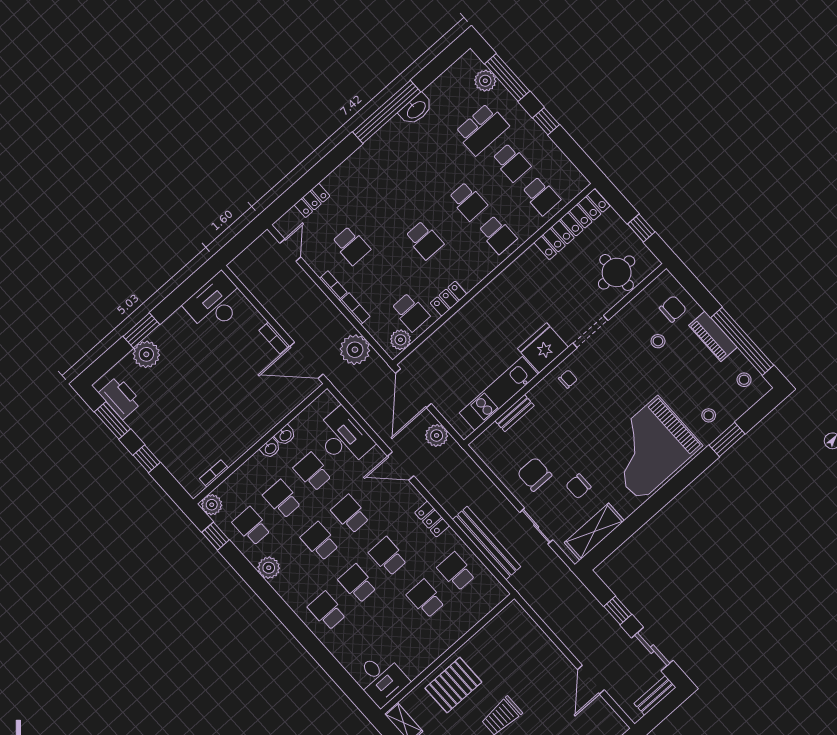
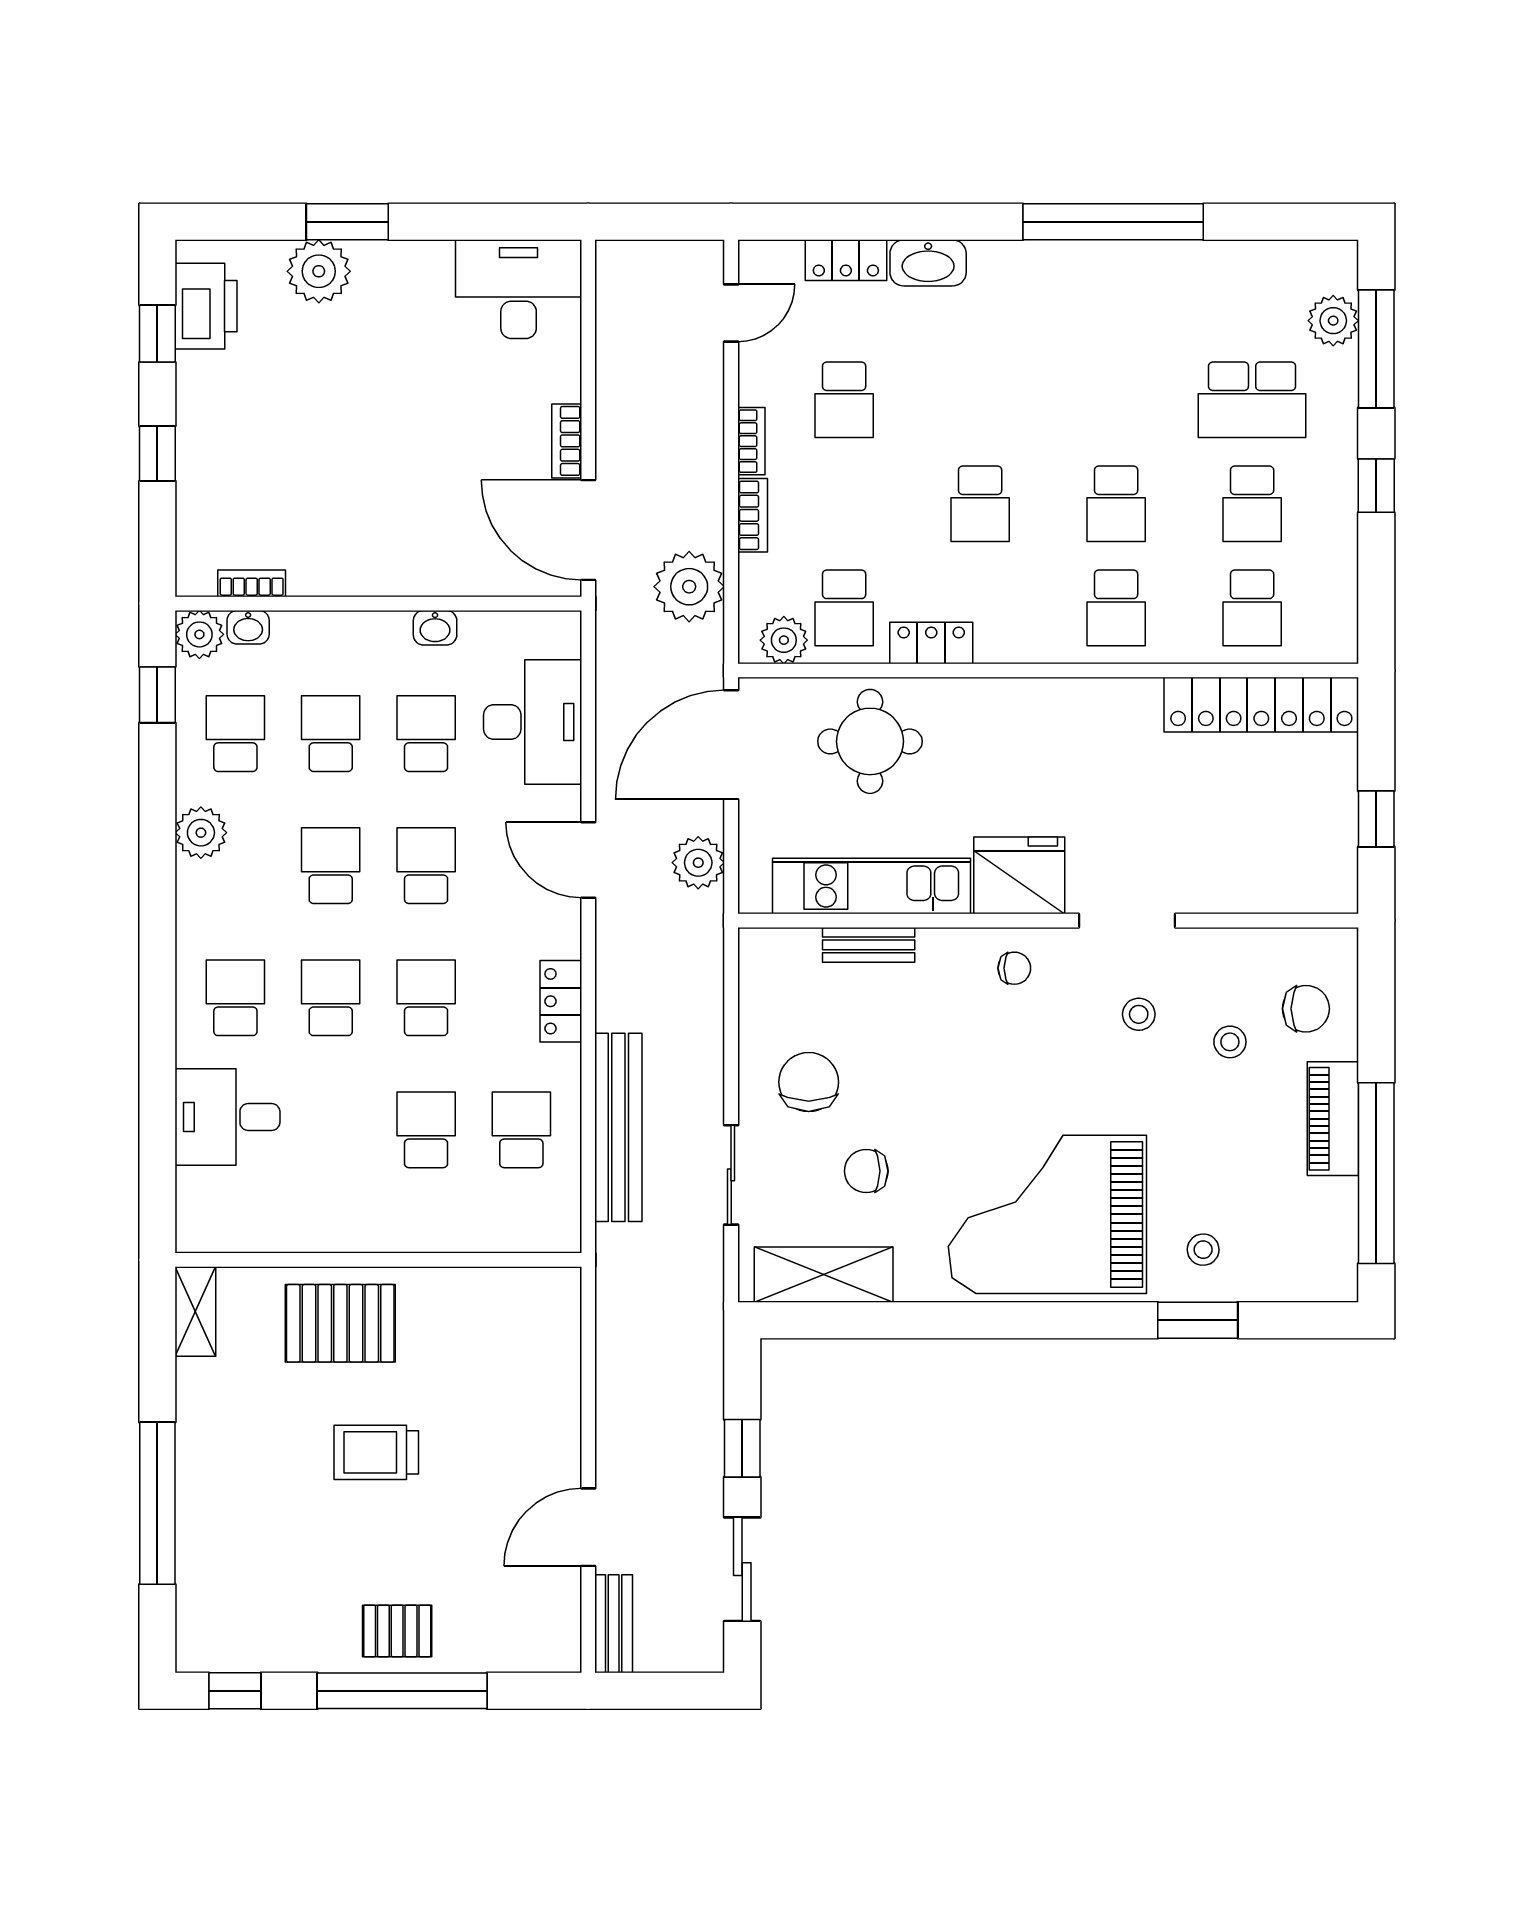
washbasin: (416, 109) -> (928, 263), moved
round table: (617, 272) -> (870, 741), moved
stool: (744, 380) -> (1139, 1014), moved
window: (112, 420) -> (157, 334), width x0.67
washbasin: (270, 448) -> (248, 627), moved
desk: (381, 679) -> (228, 1117), moved, turned 90
bench: (655, 695) -> (614, 1624), moved, turned 90

